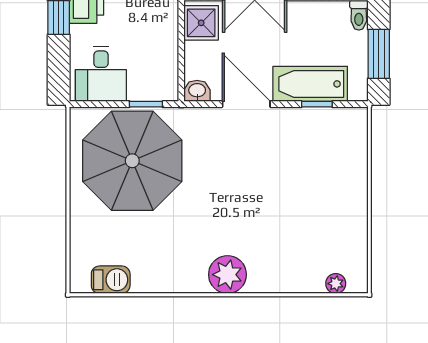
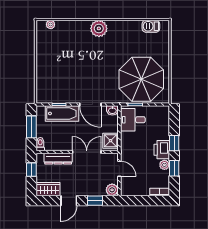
desk: (101, 74) -> (133, 120), moved, turned -90

